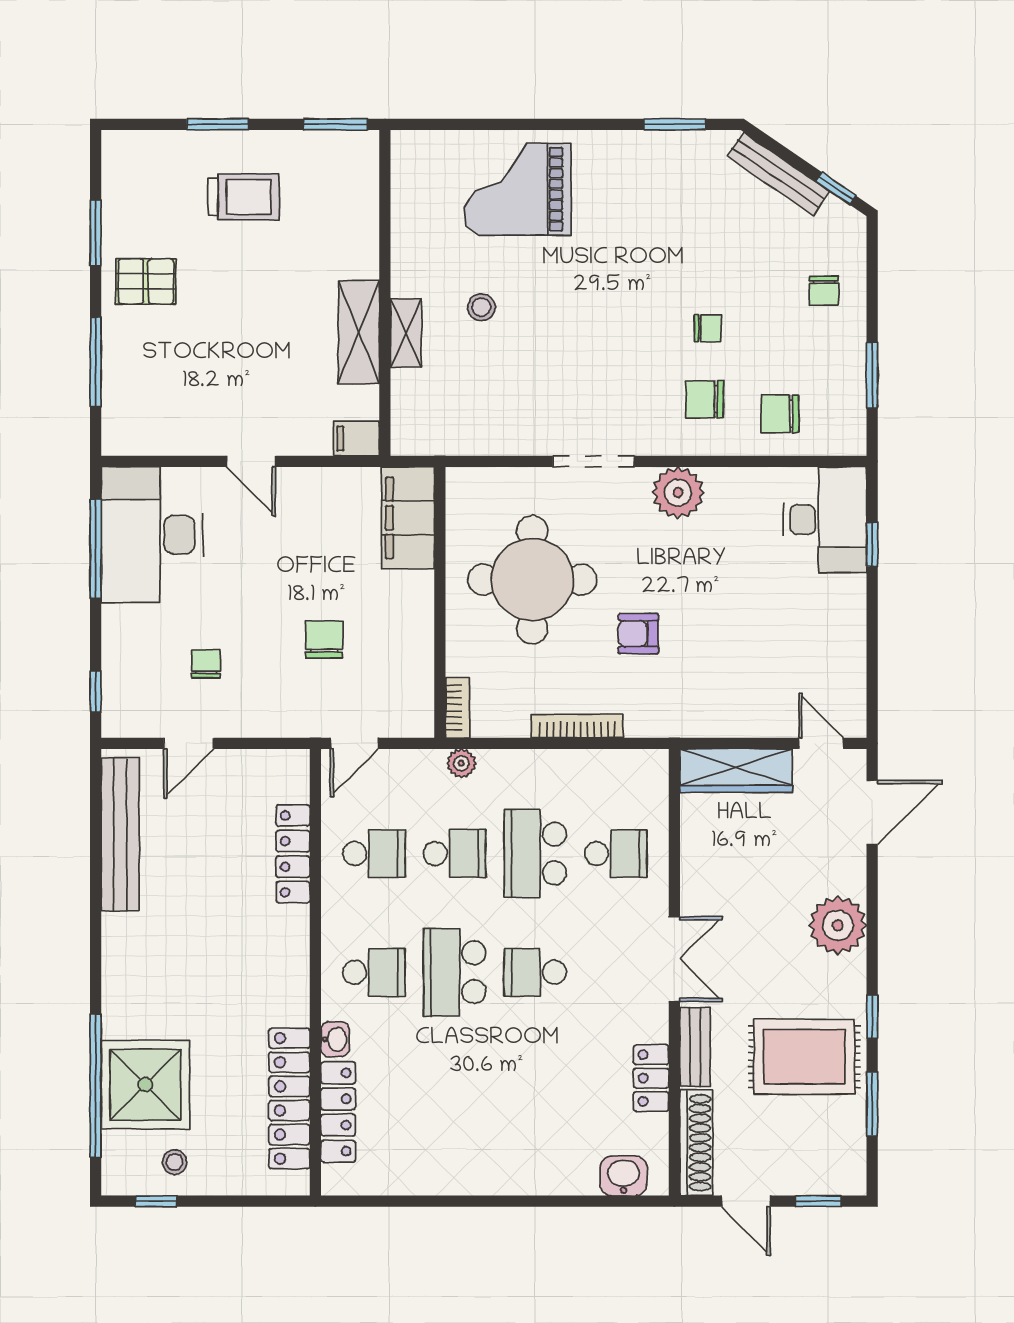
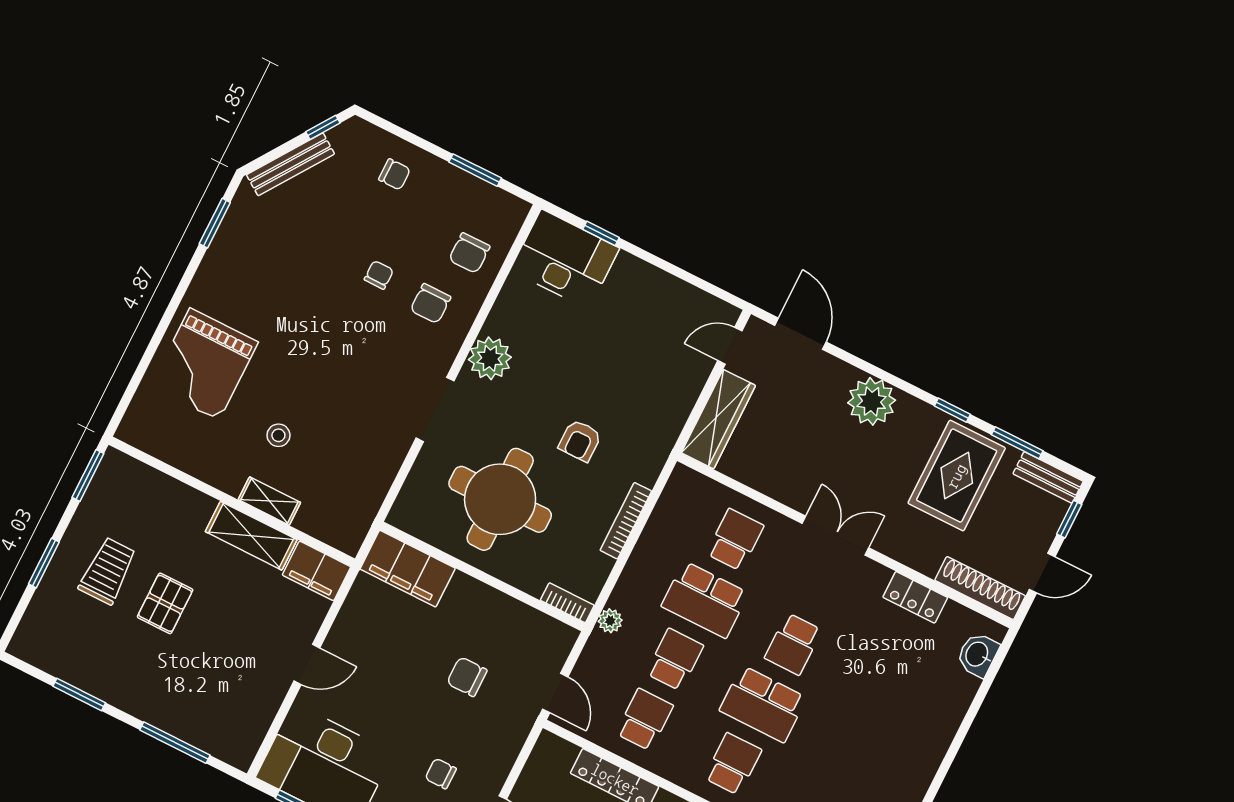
pallet: (146, 281) -> (165, 603), moved
filing cabinet: (356, 438) -> (316, 571), width x2.00
bench: (695, 1047) -> (1048, 478), moved

